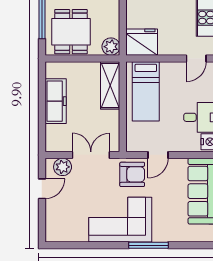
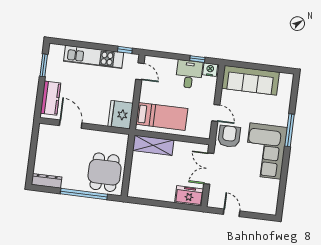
dining table: (71, 32) -> (105, 172), turned 90
plant: (111, 47) -> (121, 141), removed
freezer: (56, 101) -> (189, 196), moved, width x0.71
plant: (63, 167) -> (216, 193), removed

